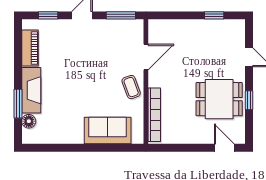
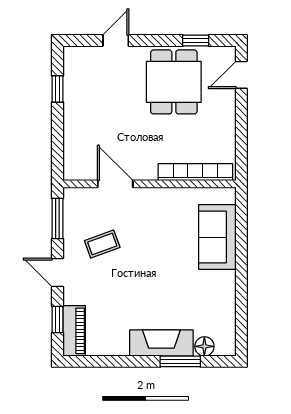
piano: (30, 48) -> (74, 331), moved, turned 90
coffee table: (131, 87) -> (102, 244), moved
window: (249, 100) -> (196, 40), moved

